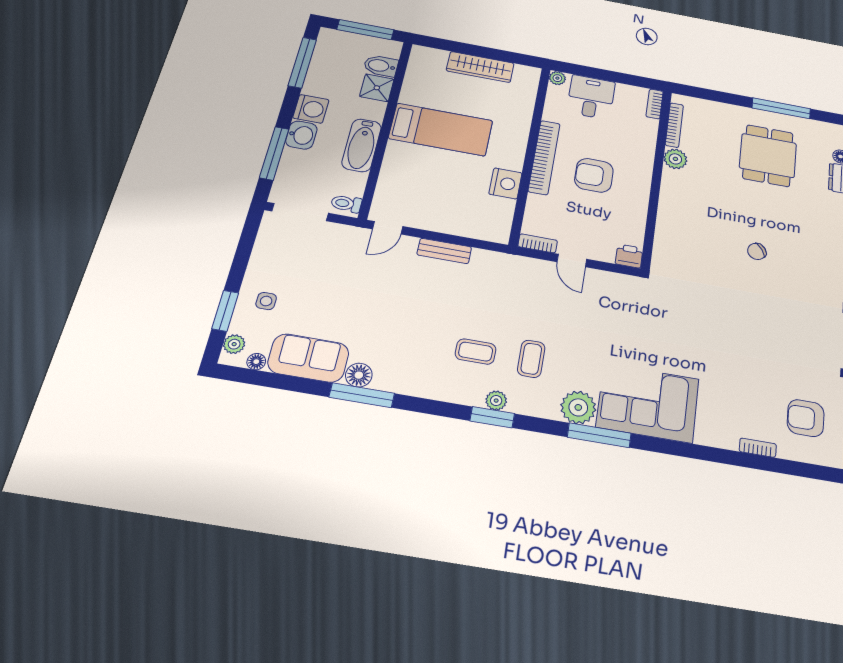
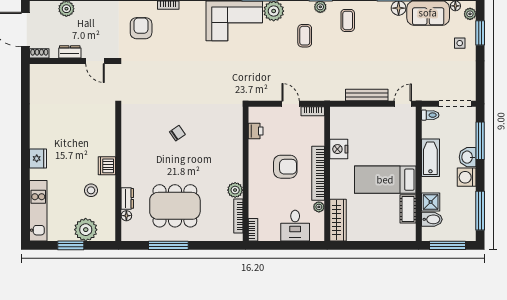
wardrobe: (480, 67) -> (338, 220), moved, turned 90
plant: (557, 78) -> (319, 207), moved
cot: (414, 86) -> (408, 209), added
dining table: (768, 156) -> (175, 206), width x1.38
bench: (444, 251) -> (367, 95), width x1.36
printer: (629, 256) -> (256, 131), moved, turned -90
coffee table: (476, 352) -> (348, 20), moved, turned 90
armchair: (806, 418) -> (141, 28), turned -90

